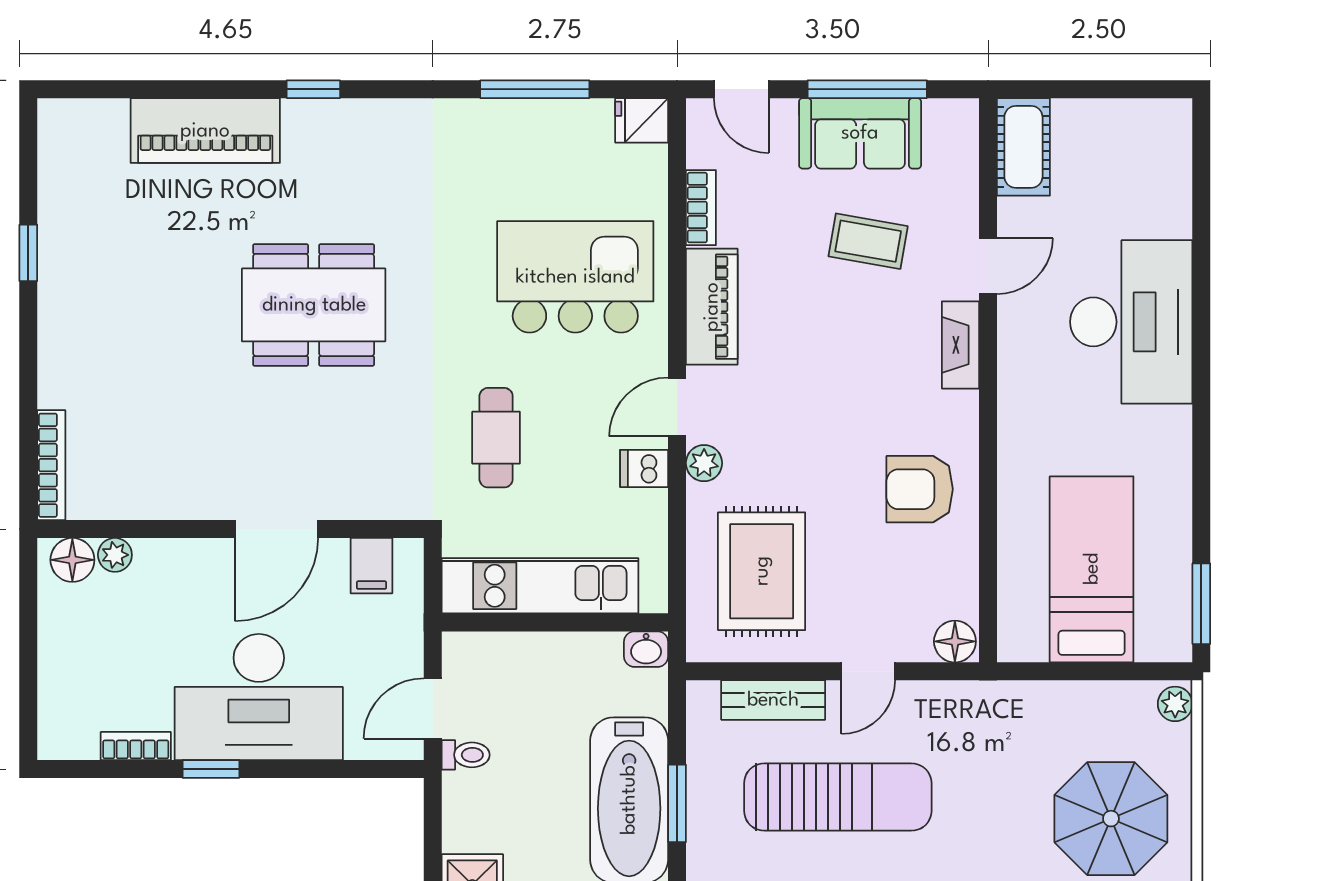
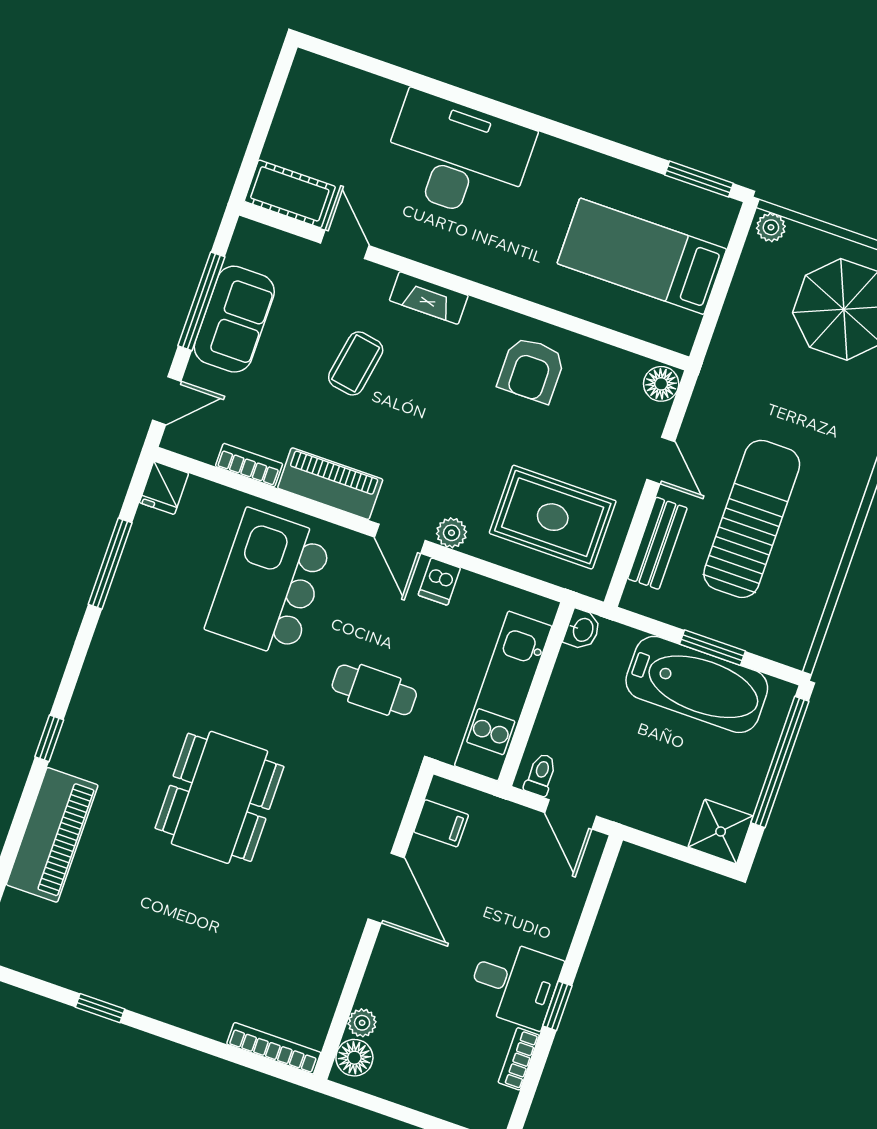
coffee table: (868, 241) -> (356, 363), moved
door: (988, 266) -> (345, 244), moved
desk: (259, 697) -> (514, 983), width x0.53, depth x0.77
toilet: (466, 755) -> (541, 775), moved

